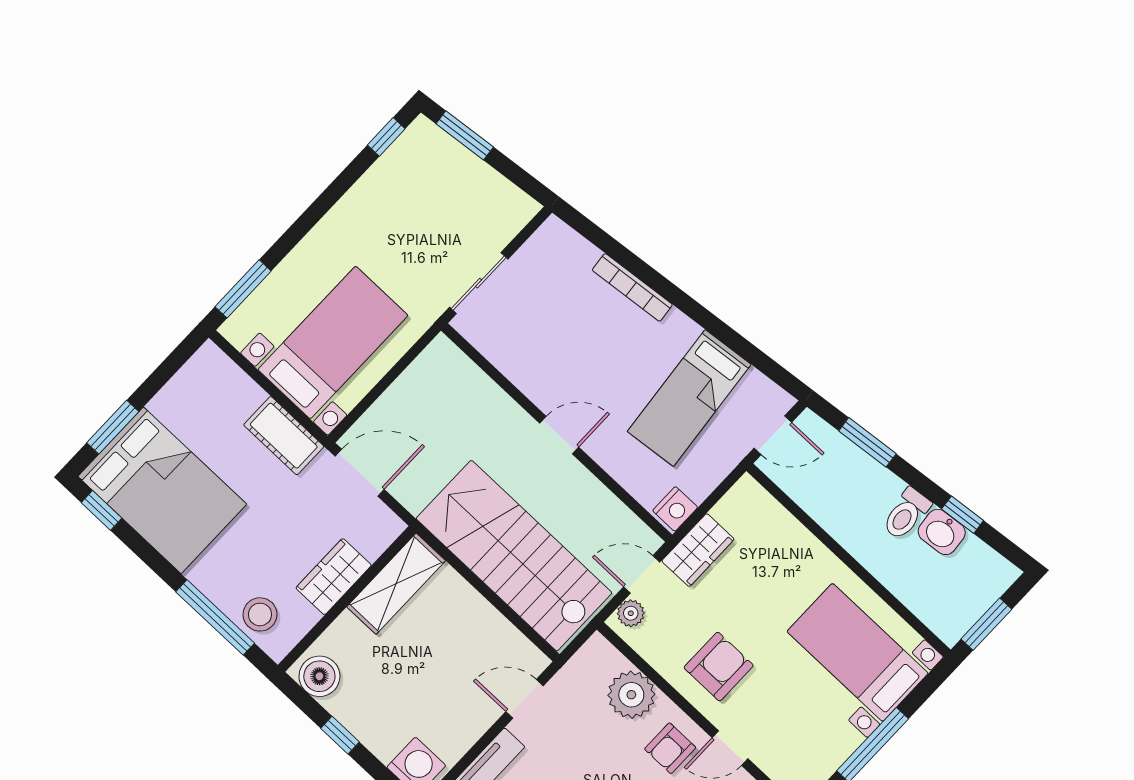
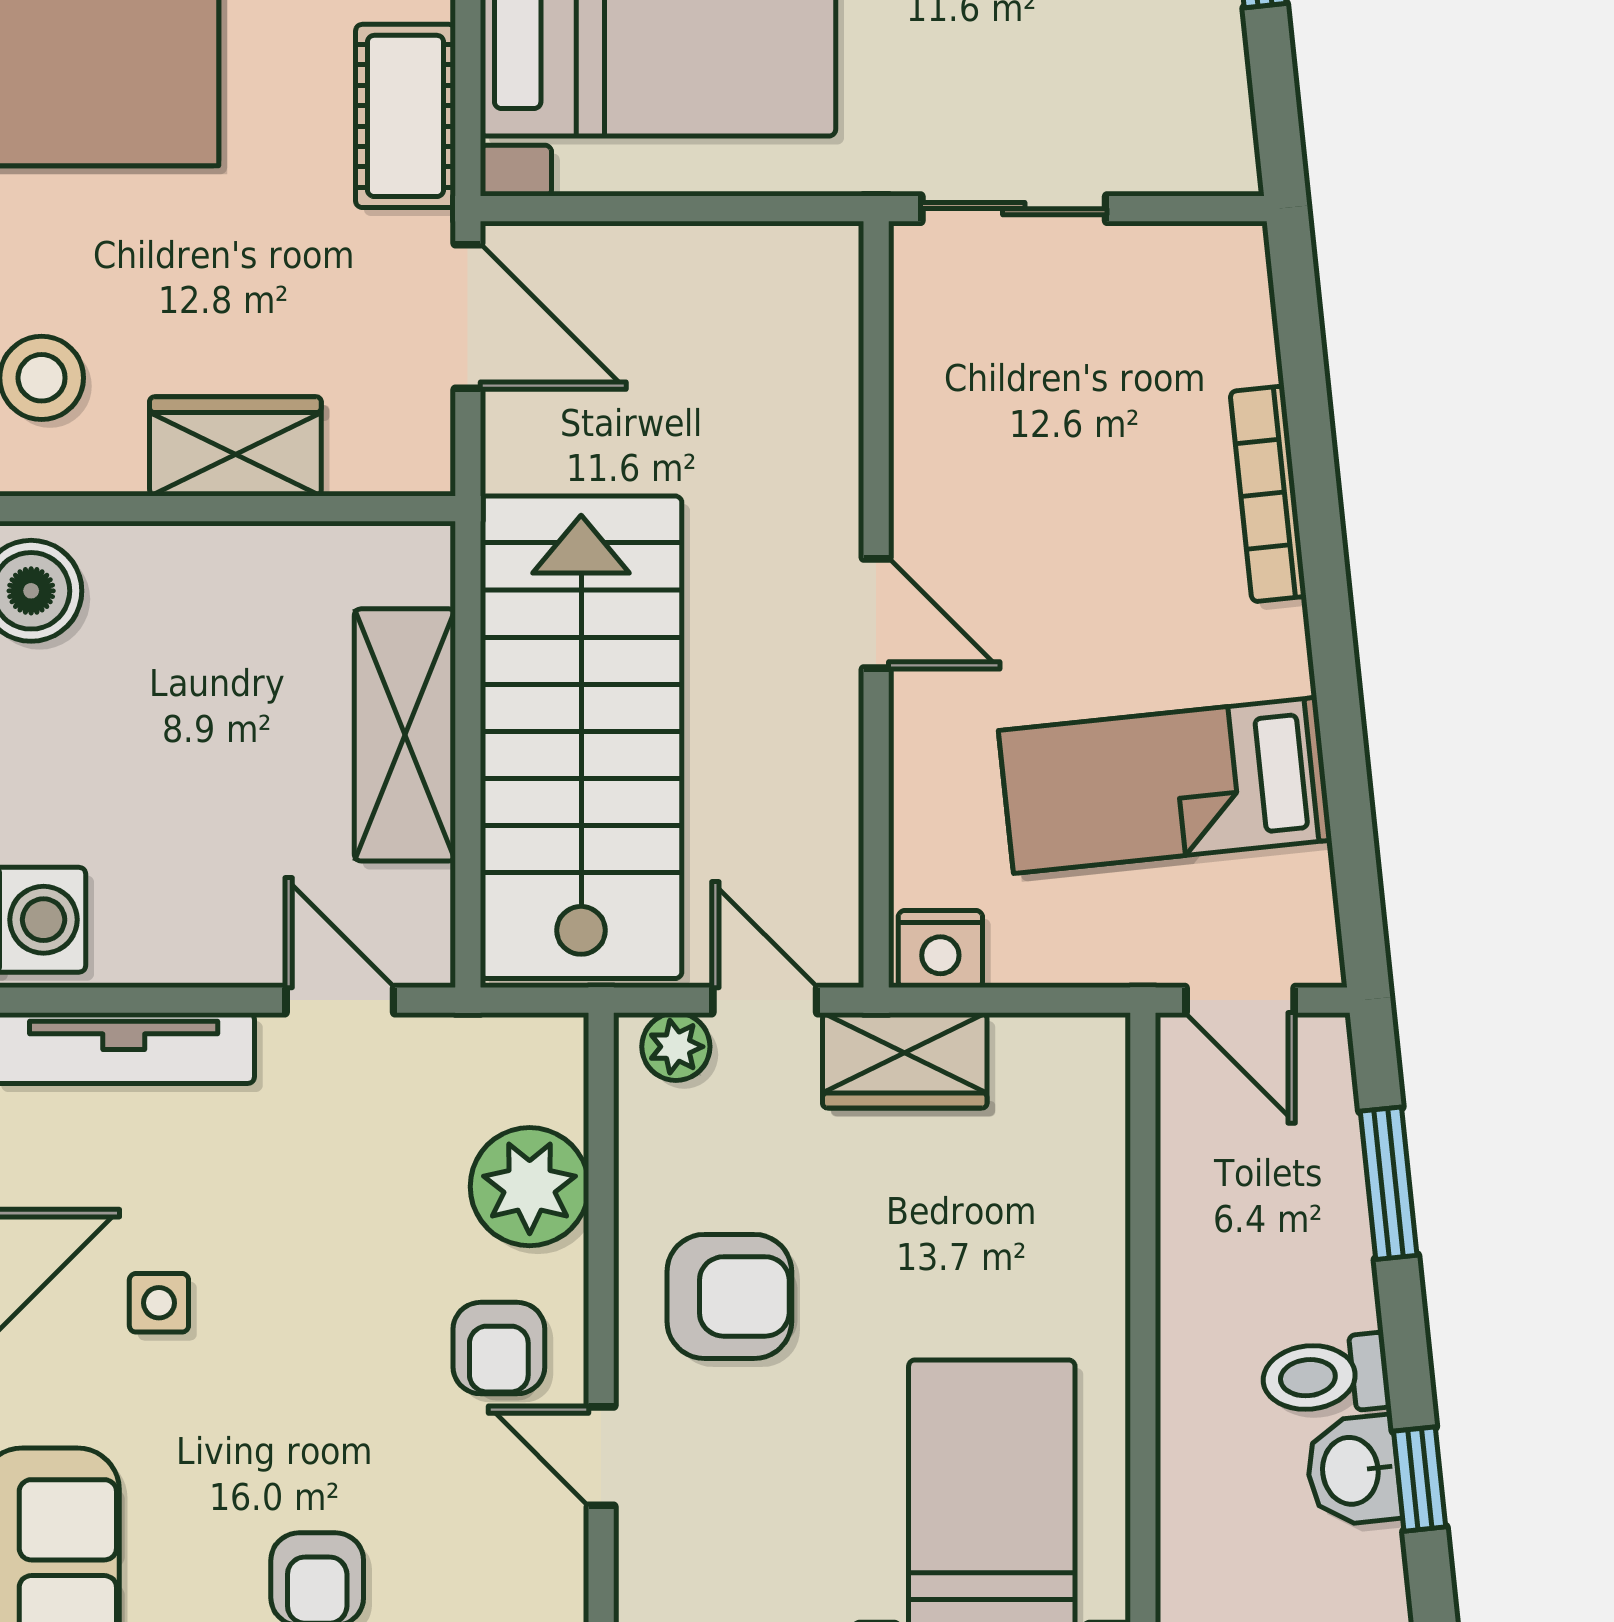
shelving: (396, 584) -> (405, 735), moved, turned 90
armchair: (670, 748) -> (499, 1348), turned -90

